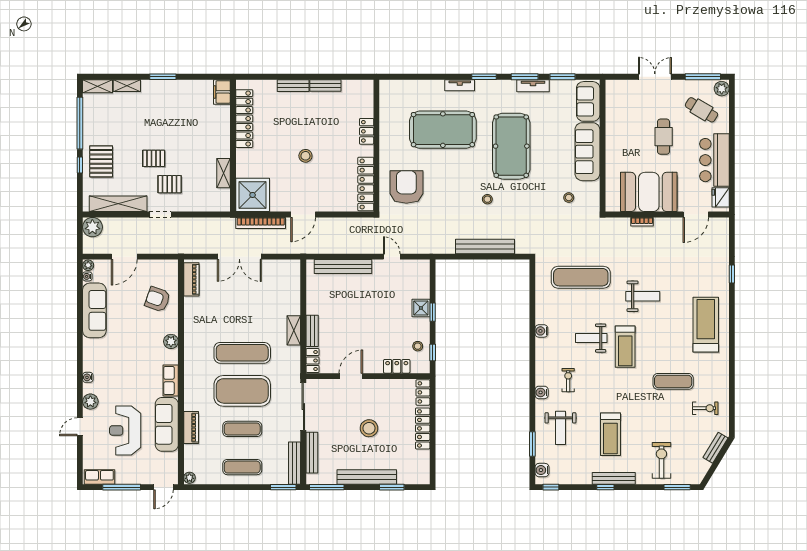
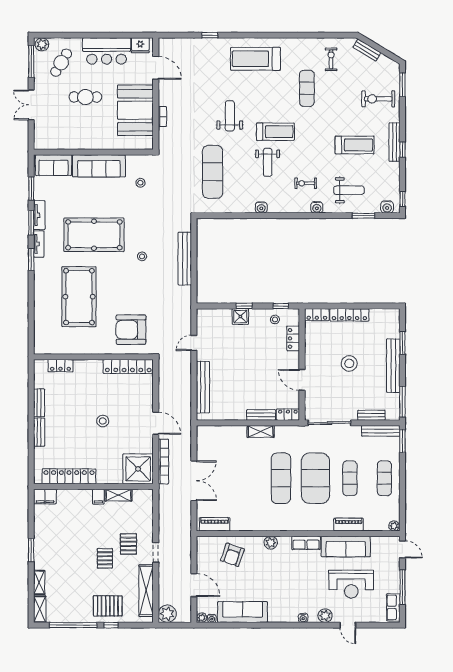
tv unit: (460, 85) -> (39, 244), moved
locker: (367, 131) -> (61, 366), moved
filing cabinet: (222, 151) -> (98, 497), added
bench: (312, 453) -> (371, 415), width x0.73

